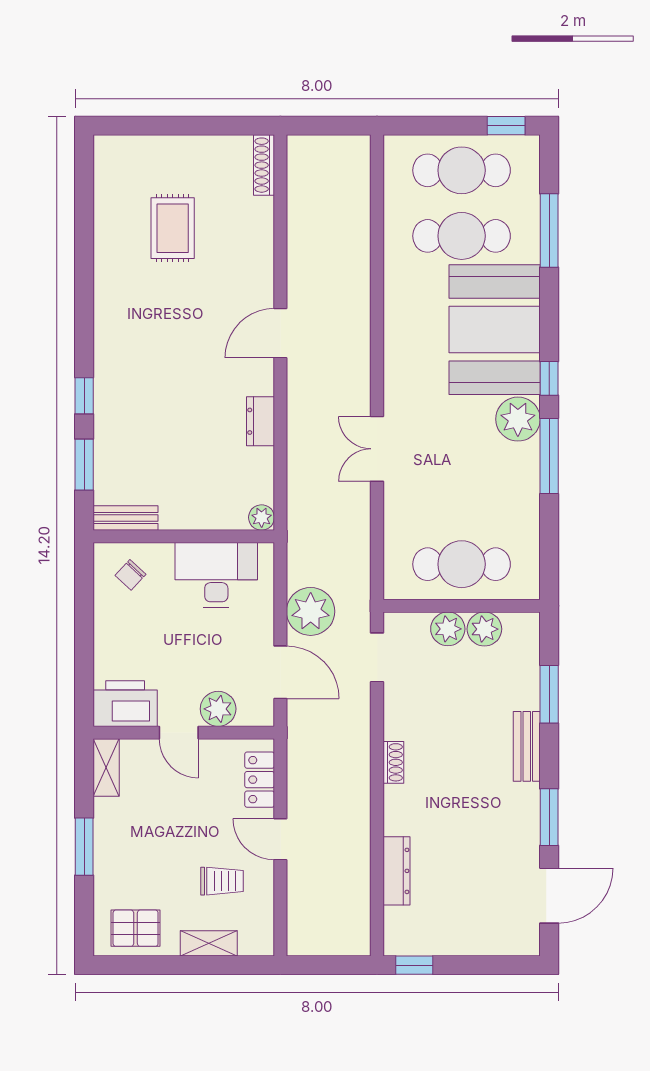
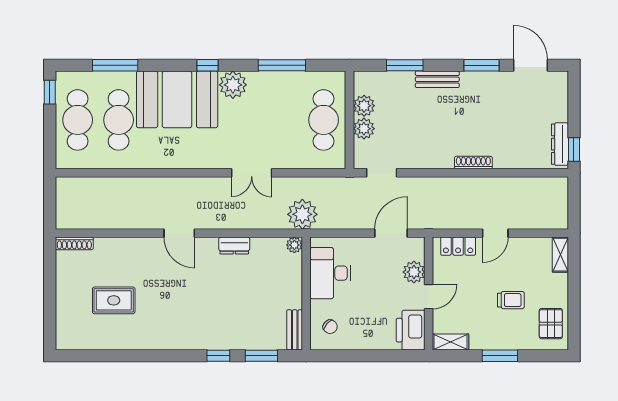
window: (549, 456) -> (282, 65), moved
plant: (311, 611) -> (302, 214), moved
shoe rack: (393, 762) -> (473, 163), moved, width x1.43
dresser: (396, 871) -> (560, 144), moved, turned -90
trolley: (222, 881) -> (511, 300), moved, turned 90
shelving: (209, 943) -> (560, 255), moved

